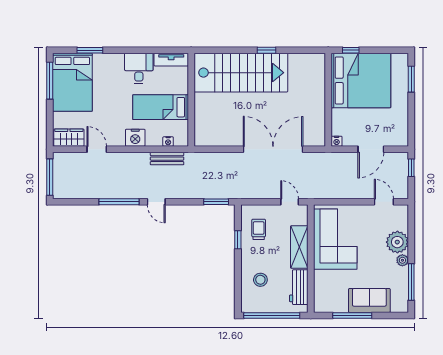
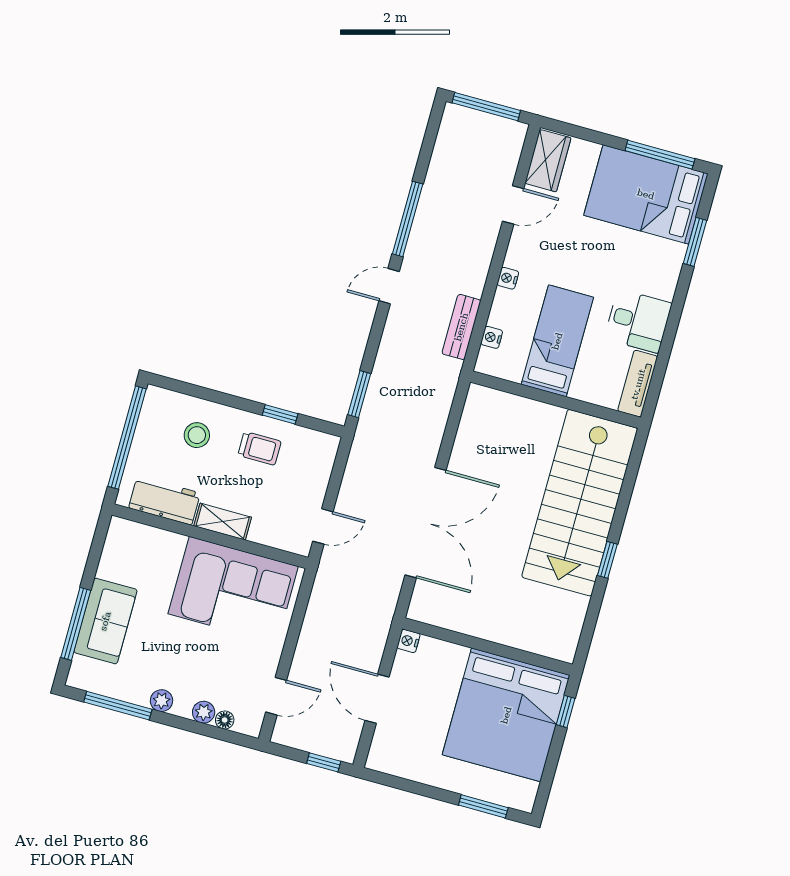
nightstand: (135, 138) -> (508, 278), width x0.53, depth x0.56
floor lamp: (403, 225) -> (225, 720), added
trolley: (259, 229) -> (260, 448), moved
plant: (397, 242) -> (204, 712), width x0.53, depth x0.53
shelving: (299, 247) -> (223, 522), width x0.67, depth x0.75
window: (352, 315) -> (76, 624), moved

